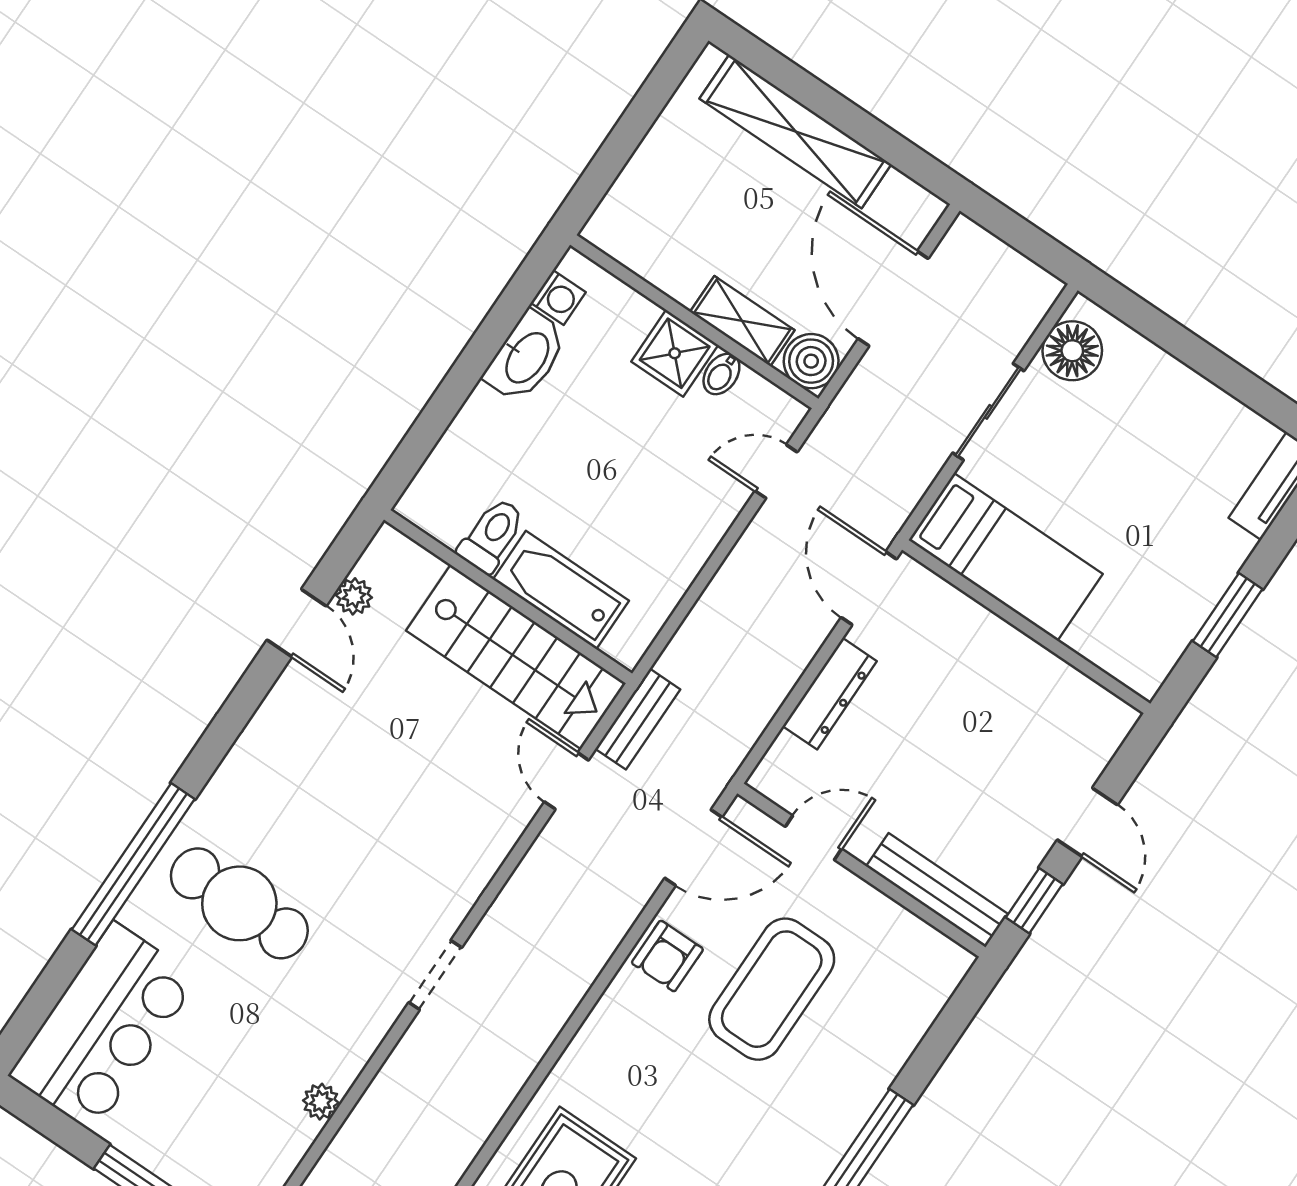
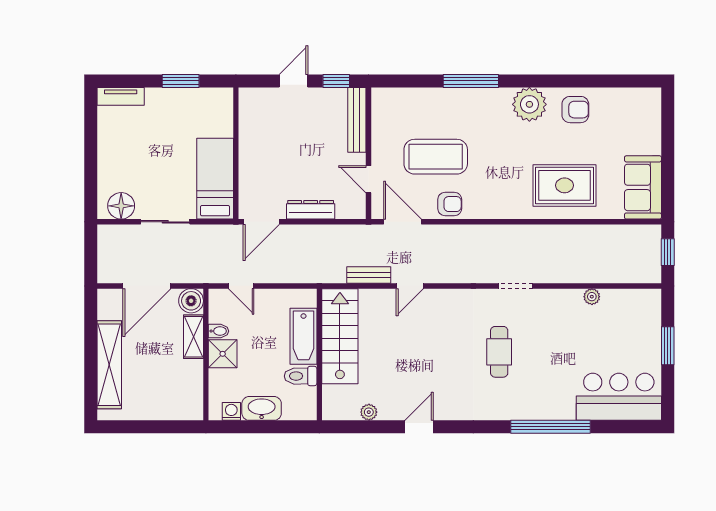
toilet: (492, 535) -> (301, 376), moved
bathtub: (561, 590) -> (303, 336), moved
plant: (354, 596) -> (369, 412), moved
wall: (508, 597) -> (319, 354), moved
stairs: (516, 657) -> (340, 336), moved
cafe table: (239, 903) -> (499, 352), moved, width x0.73, depth x0.74

